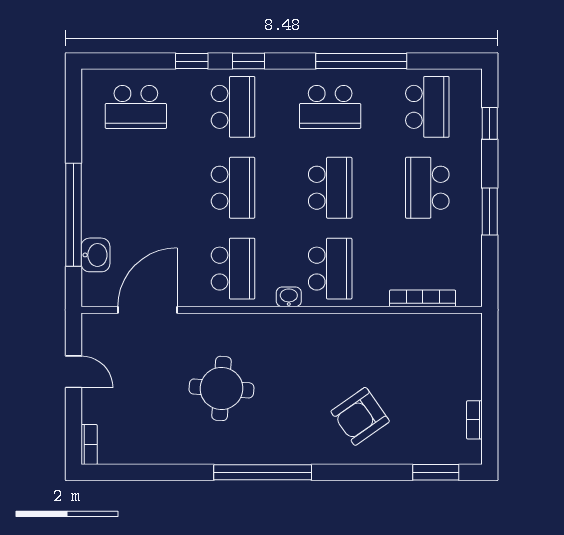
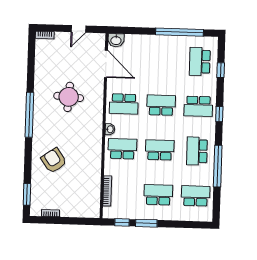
window: (192, 61) -> (221, 70), moved
school desk: (427, 107) -> (196, 196), turned 180
window: (490, 123) -> (122, 222), moved
school desk: (233, 188) -> (161, 105), turned 180
school desk: (330, 188) -> (160, 150), turned 180
window: (73, 215) -> (179, 32), moved
washbasin: (95, 255) -> (116, 40), moved
school desk: (330, 269) -> (122, 149), turned 180

